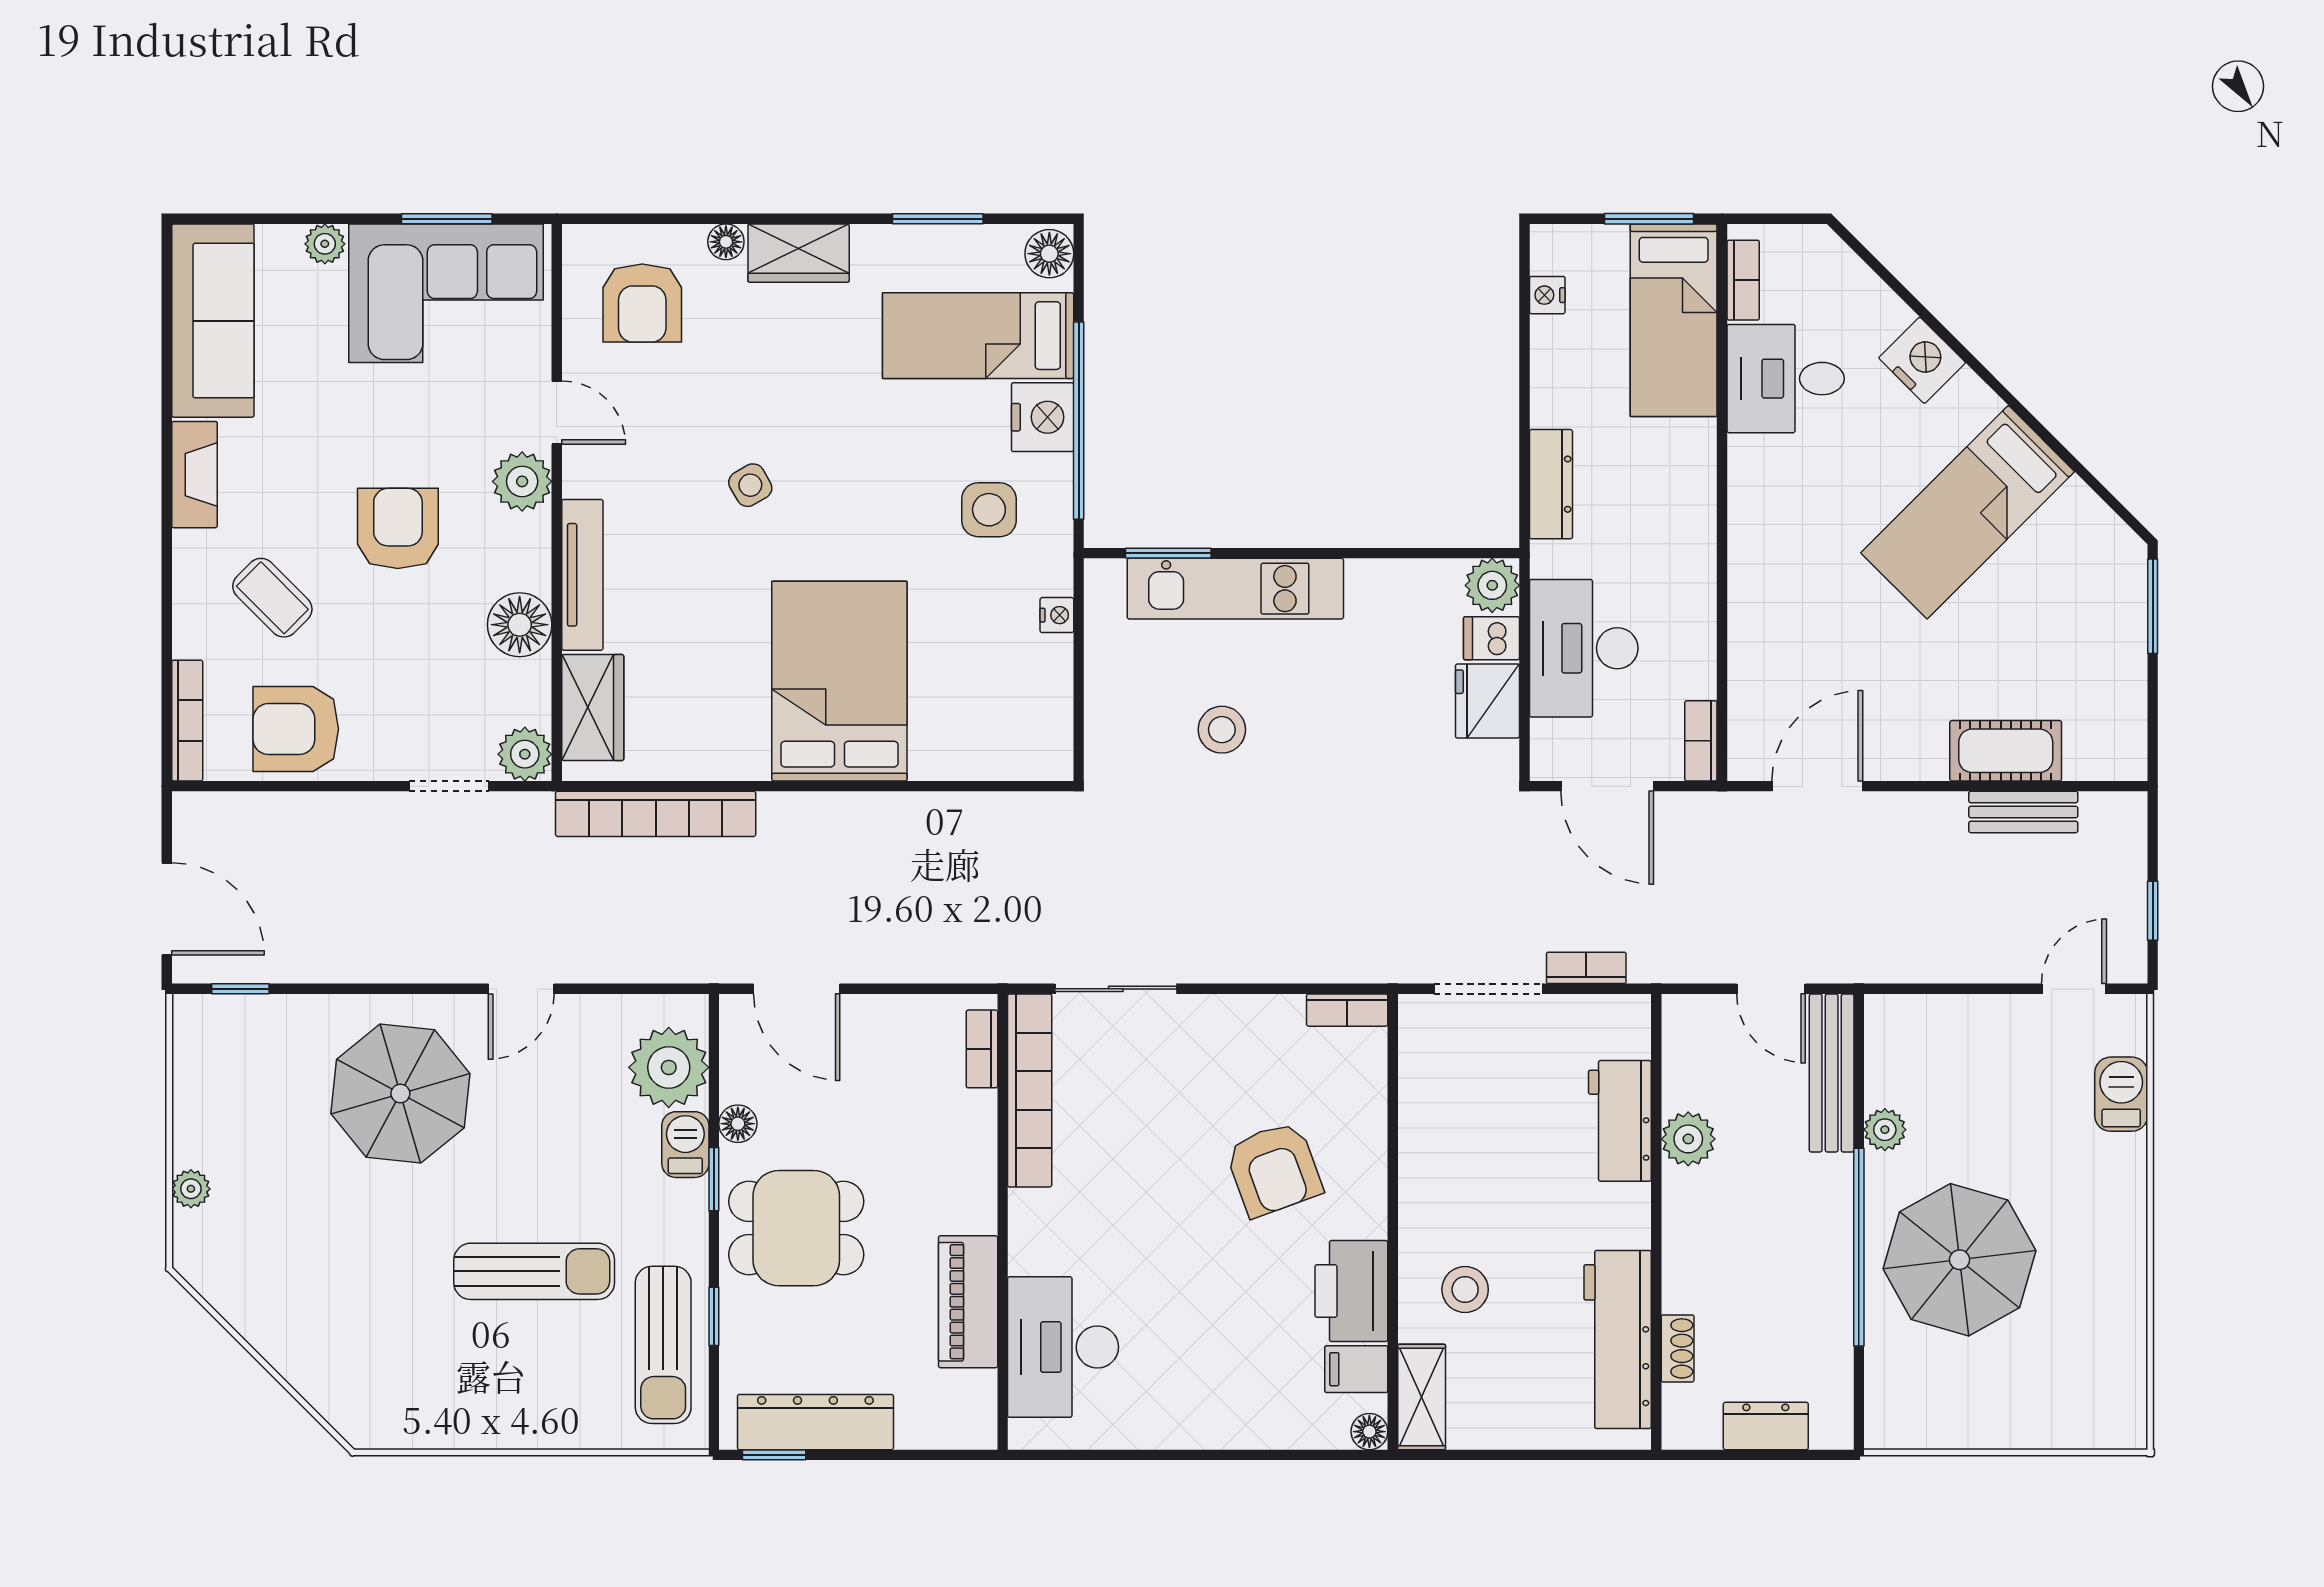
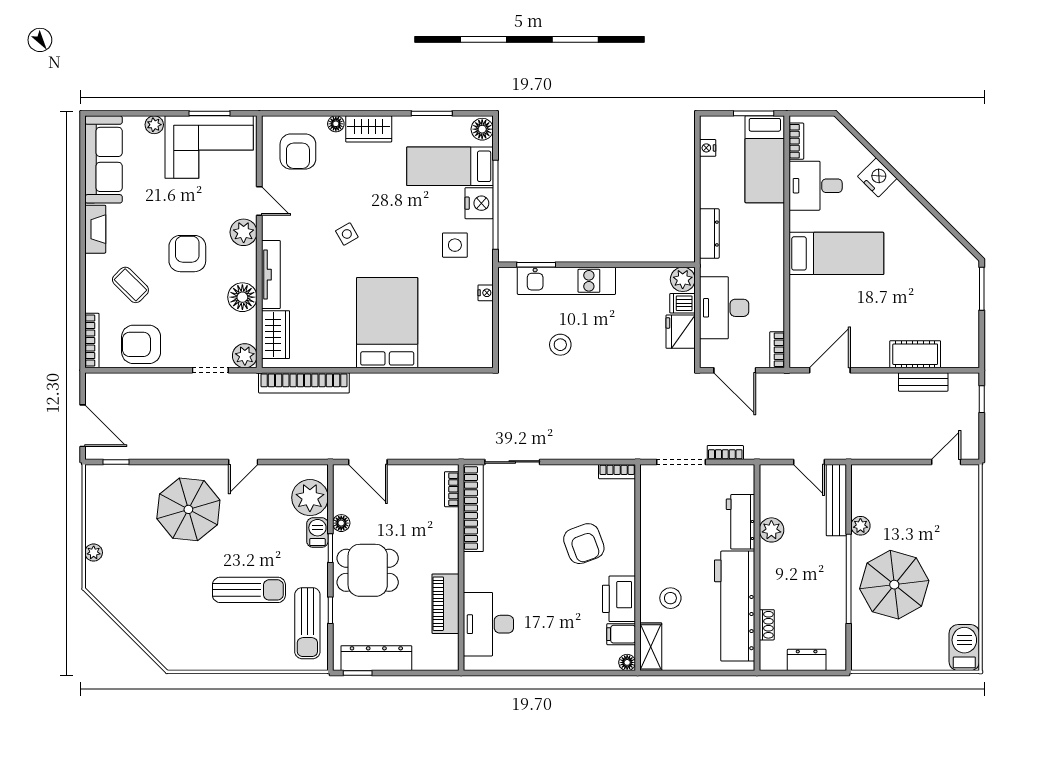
bed: (1968, 512) -> (836, 253), moved, turned -135
window: (2153, 911) -> (982, 399), moved
barbecue: (2121, 1094) -> (964, 648), moved, width x1.38, depth x1.27
workbench: (1618, 1339) -> (735, 606), width x1.36, depth x1.32

